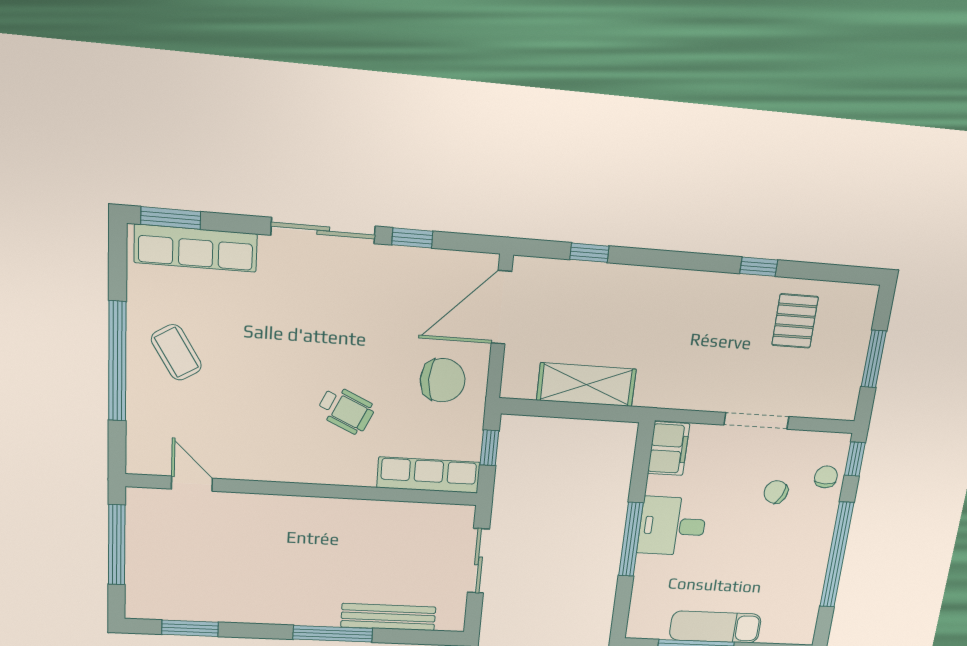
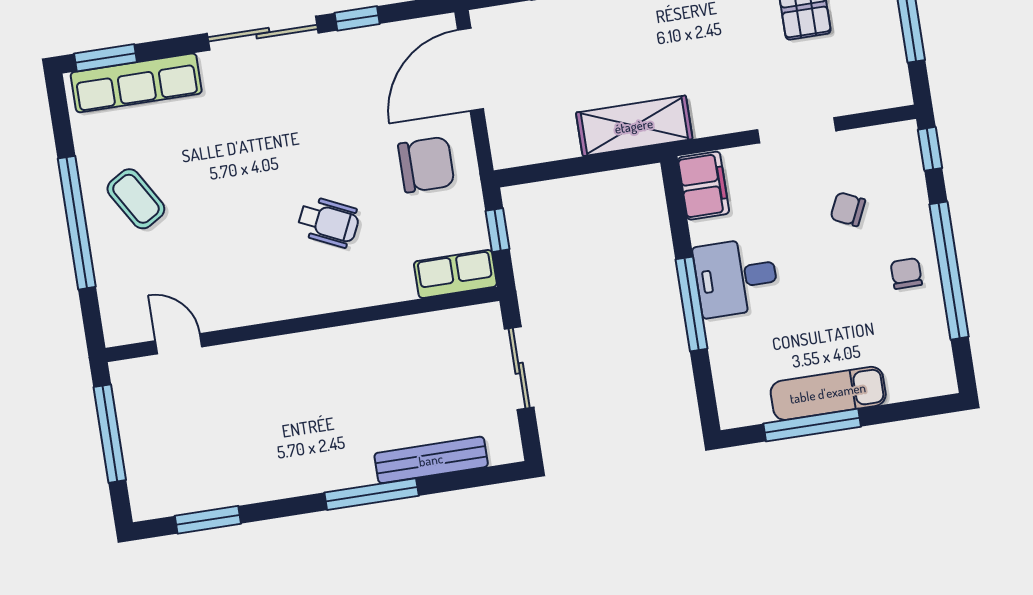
shelving: (586, 385) -> (634, 126), moved
row of seats: (429, 475) -> (455, 274), width x0.68
chair: (826, 477) -> (906, 273), moved

